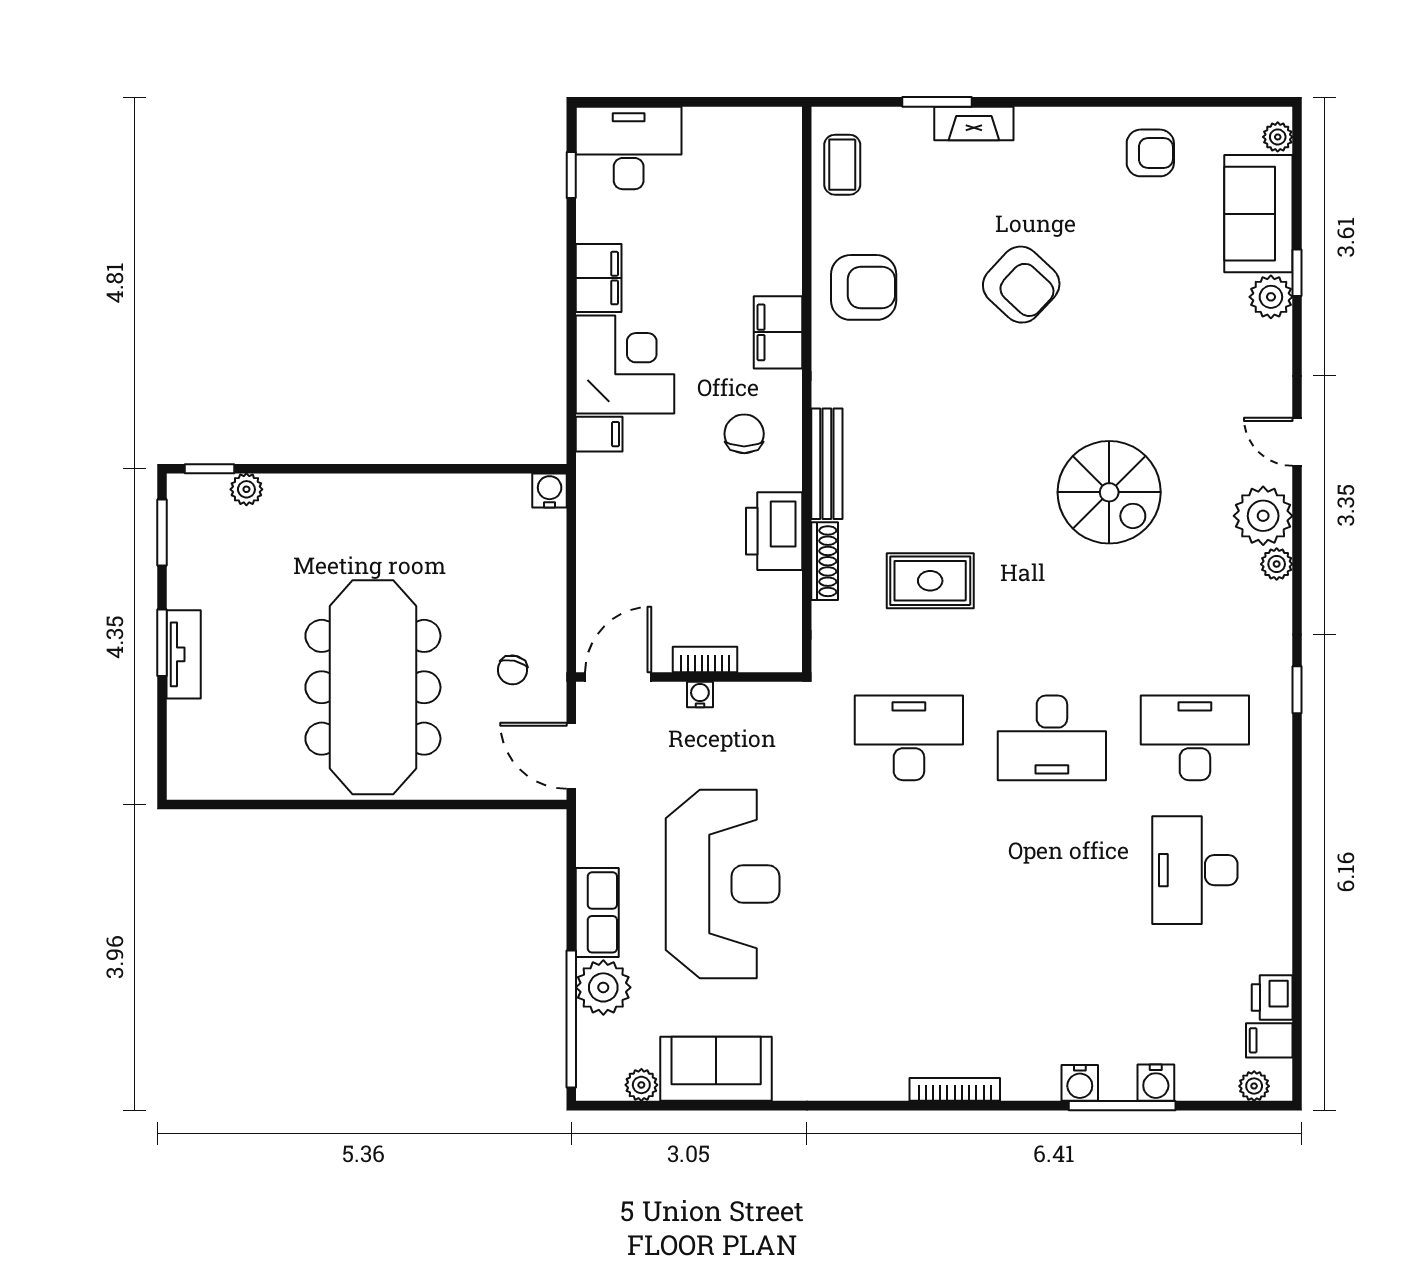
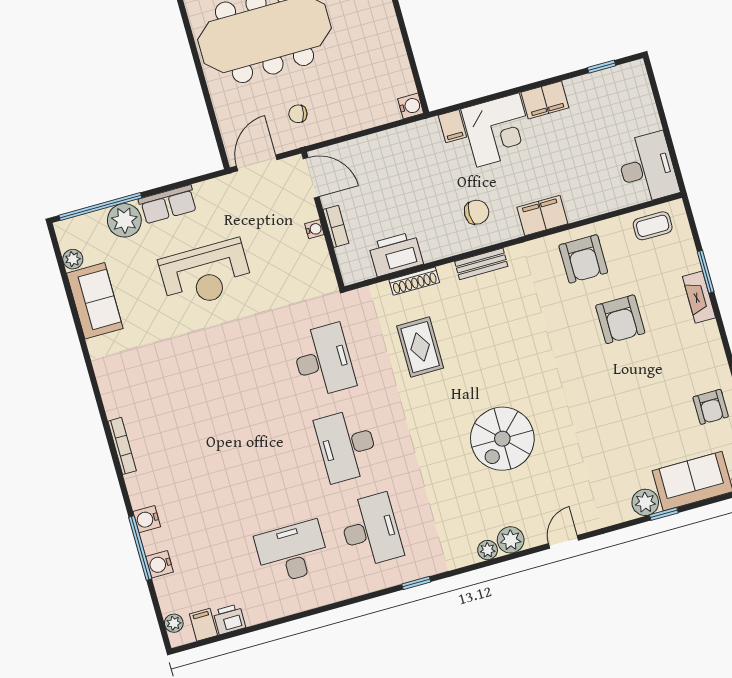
desk: (629, 148) -> (647, 168), moved
armchair: (1021, 285) -> (620, 319), moved, turned -43
bench: (827, 464) -> (481, 264), width x0.73
plant: (1263, 516) -> (511, 540), width x0.73, depth x0.73
printer: (774, 531) -> (396, 254), moved
reception desk: (723, 884) -> (206, 274), width x0.74, depth x0.77

